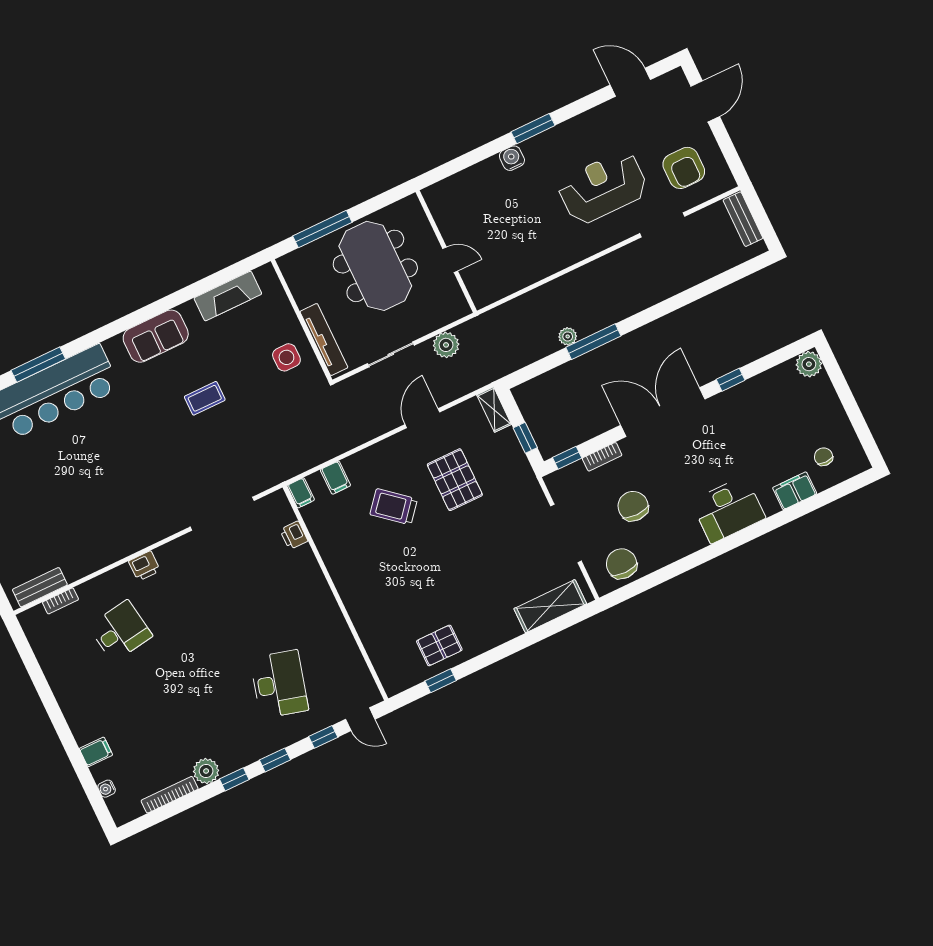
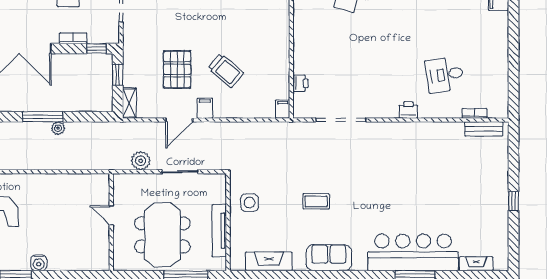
tv unit: (324, 340) -> (219, 231), moved
filing cabinet: (335, 478) -> (205, 108), moved

